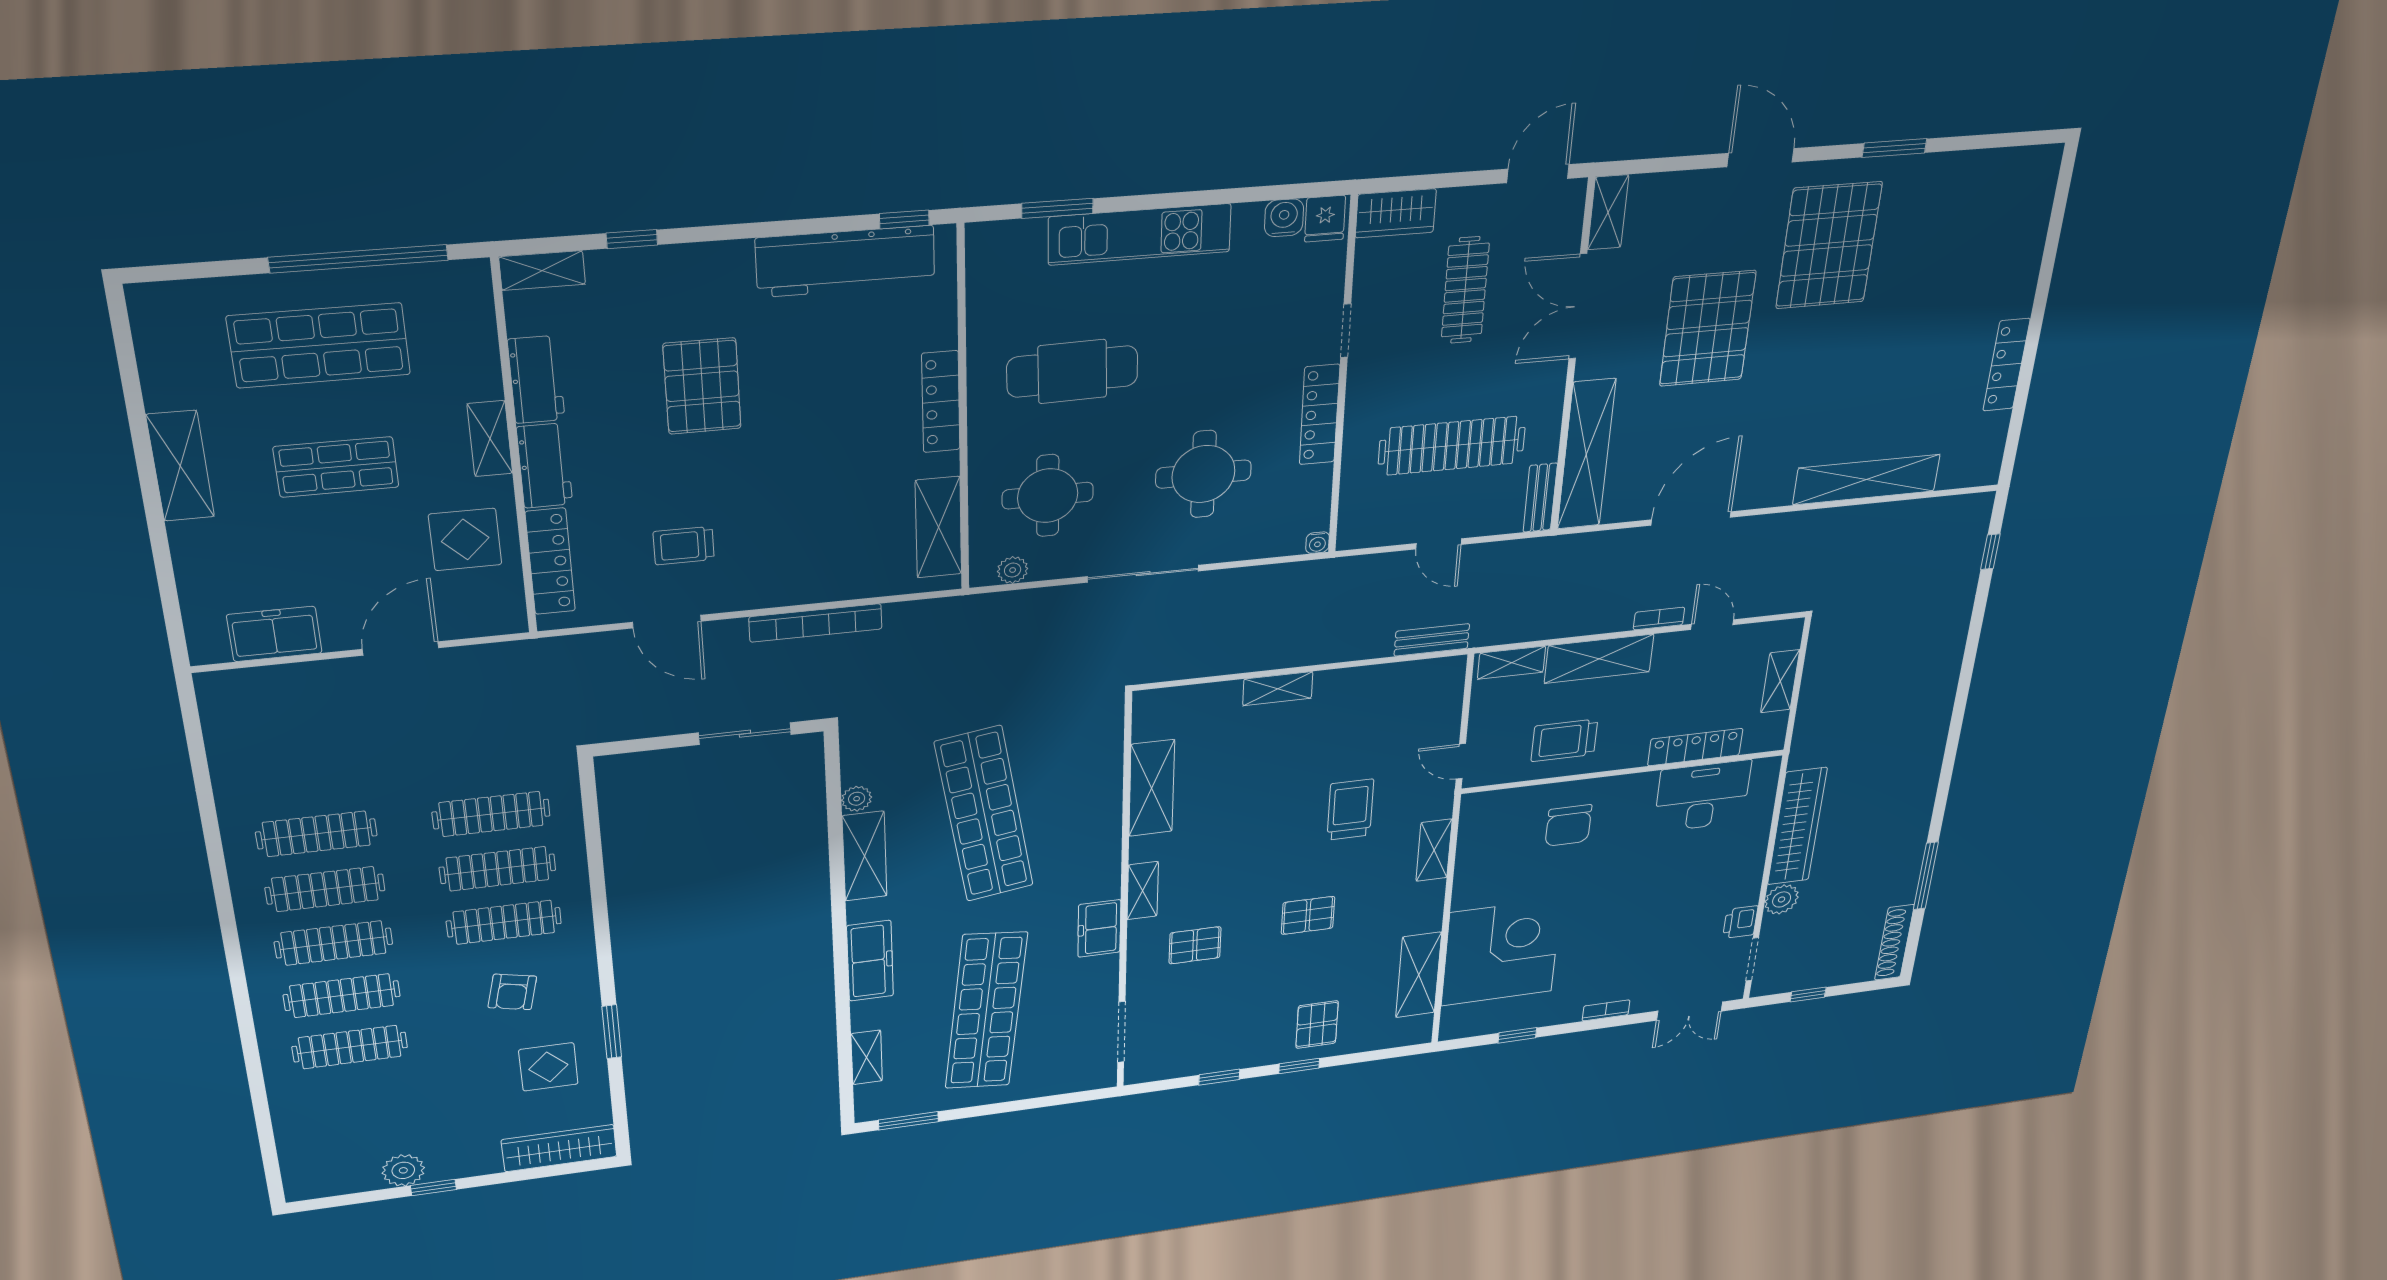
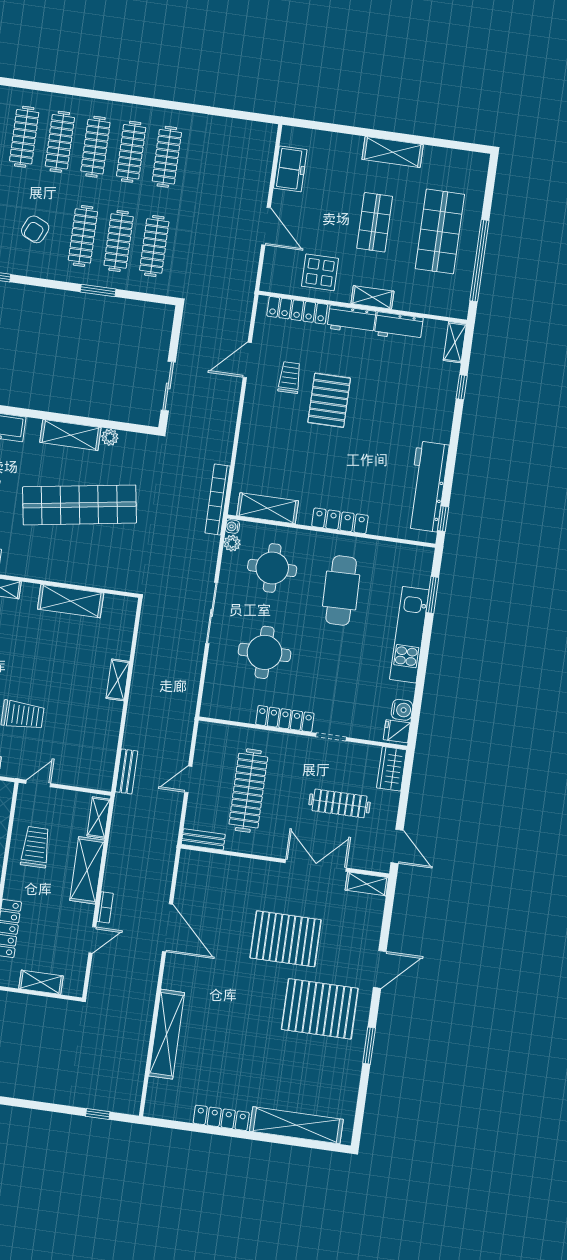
pallet: (702, 386) -> (329, 400), moved, turned 90
shelving: (1586, 454) -> (296, 1125), moved
water cooler: (1318, 543) -> (232, 527), moved
bookcase: (816, 623) -> (218, 499), moved
window: (597, 877) -> (98, 290), added
armchair: (512, 992) -> (35, 229), turned -79

